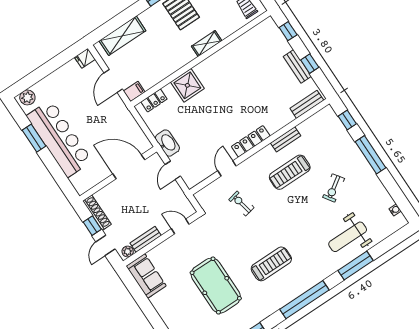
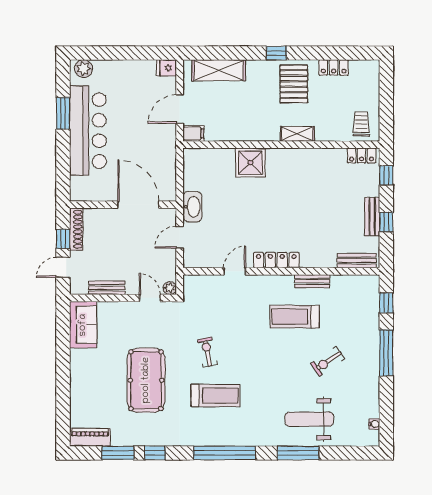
locker: (154, 100) -> (362, 156), moved
exercise bike: (241, 204) -> (207, 352), moved
plant: (128, 251) -> (170, 288), moved

